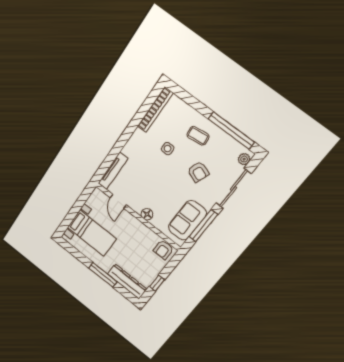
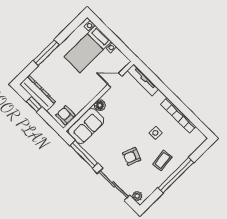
bookcase: (155, 110) -> (178, 115), moved
window: (231, 130) -> (176, 175), moved
sofa: (187, 220) -> (86, 126), moved, turned 90
dresser: (127, 282) -> (38, 93), moved, turned -90

